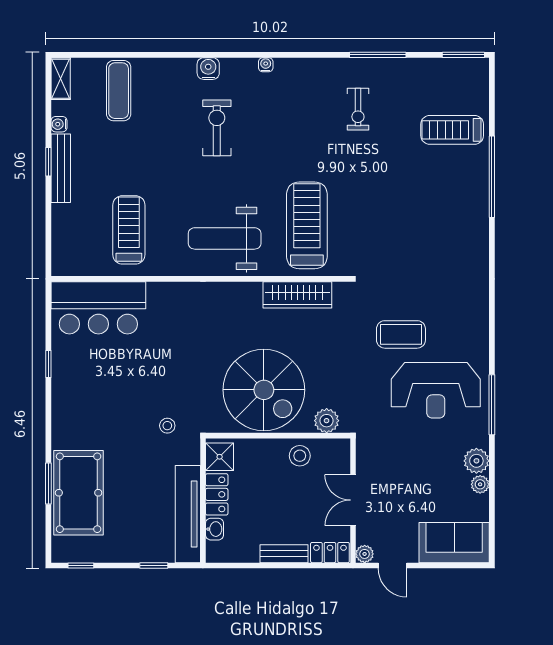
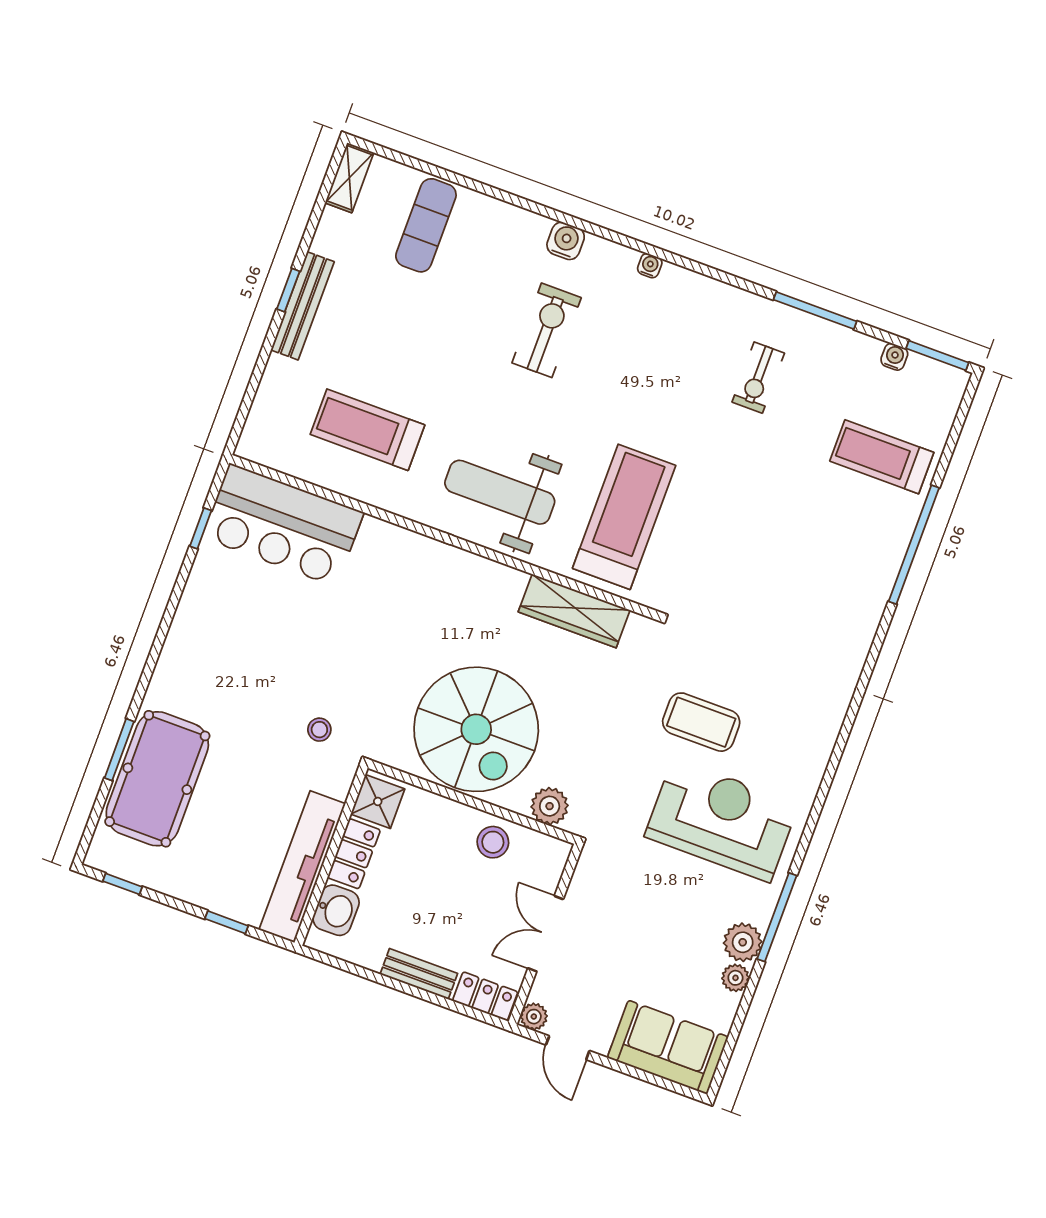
water cooler: (59, 124) -> (894, 357), moved, turned 90
treadmill: (129, 230) -> (367, 430), turned -90
window: (48, 364) -> (201, 528), moved
reception desk: (436, 390) -> (722, 820), turned 180
window: (492, 405) -> (777, 917), moved
washbasin: (215, 529) -> (336, 910), width x1.38, depth x1.45

